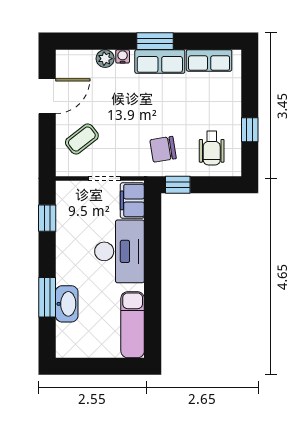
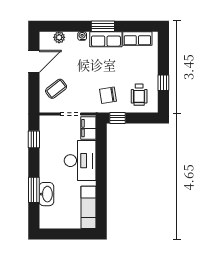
plant: (105, 59) -> (59, 37), moved

